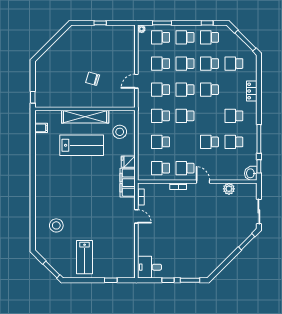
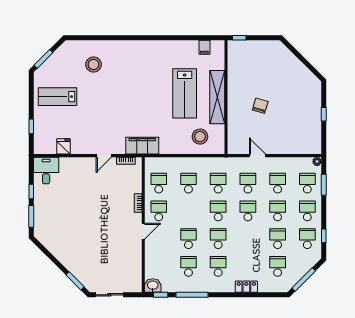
school desk: (209, 90) -> (218, 239), moved
fridge: (128, 162) -> (64, 146), moved
plant: (229, 189) -> (135, 261), removed

